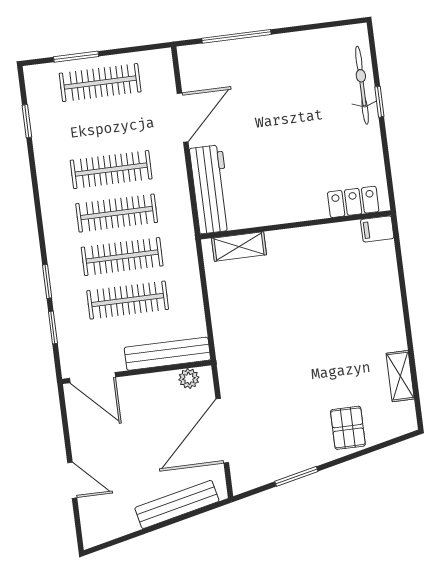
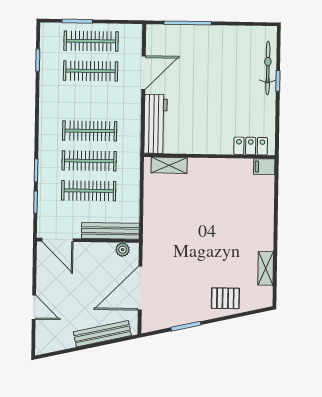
clothes rail: (111, 170) -> (91, 71), moved
pallet: (348, 428) -> (225, 298), turned 90

